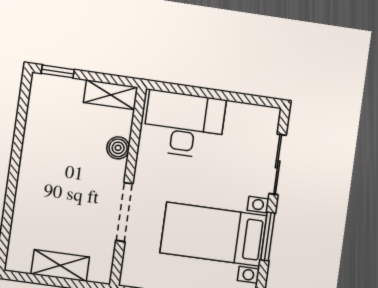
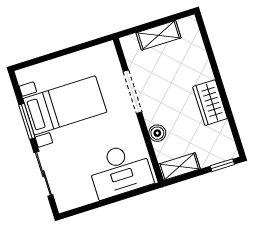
wardrobe: (36, 154) -> (210, 103), added

